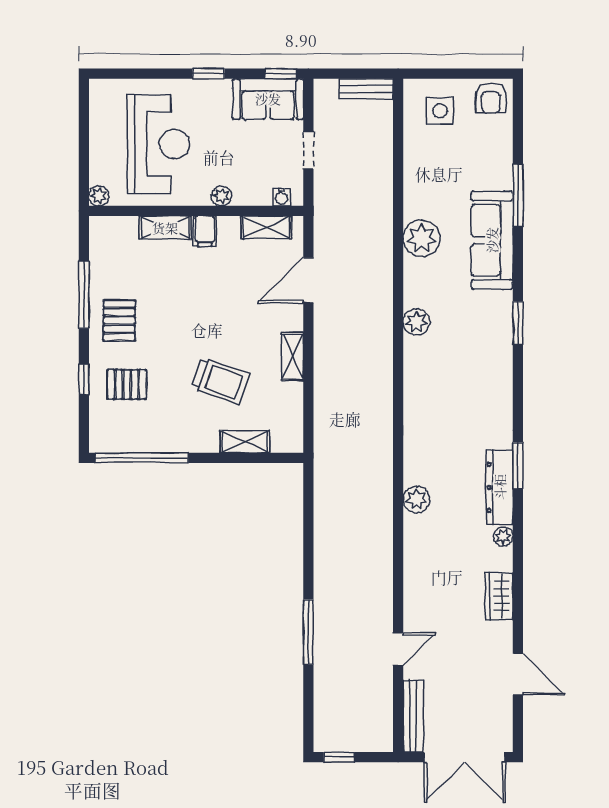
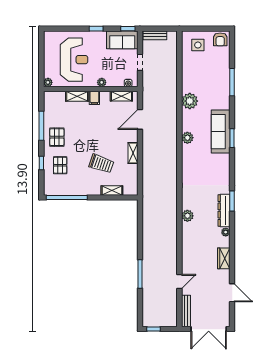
bench: (366, 89) -> (155, 35), moved
sofa: (492, 240) -> (221, 132), moved
pallet: (127, 384) -> (60, 165), turned 90

